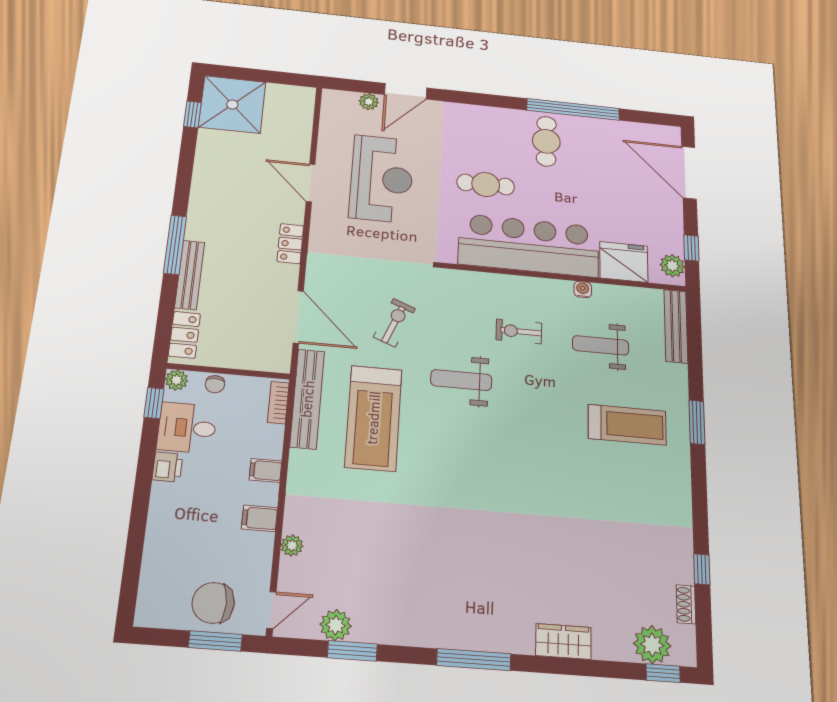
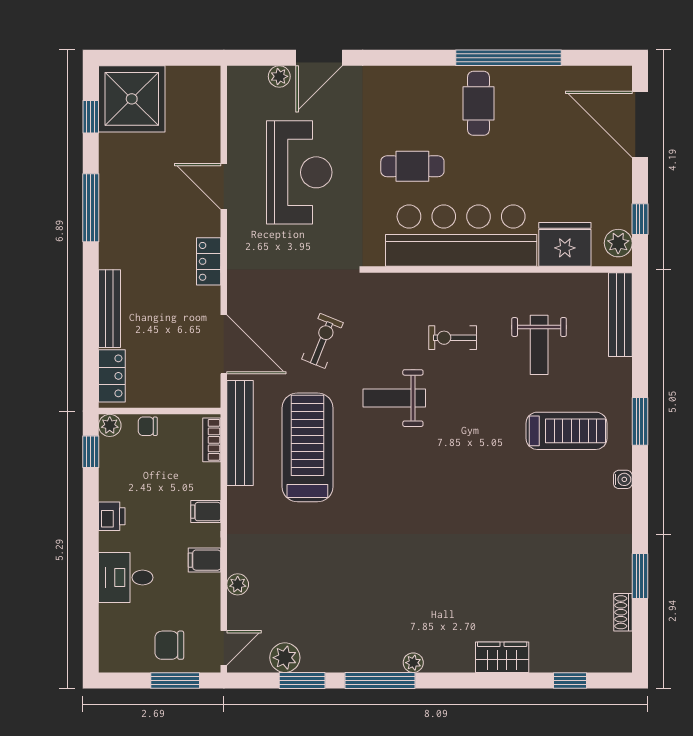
window: (175, 245) -> (91, 208), moved
water cooler: (583, 289) -> (623, 479), moved, turned 90
weight bench: (601, 345) -> (539, 345), turned -90
chair: (215, 384) -> (148, 426), turned 90
treadmill: (373, 418) -> (307, 447), turned 180
desk: (187, 428) -> (126, 578), moved
window: (702, 569) -> (640, 576), width x1.50
chair: (213, 603) -> (169, 645), width x0.73, depth x0.73
plant: (652, 645) -> (413, 663), moved, width x0.53, depth x0.53
window: (474, 660) -> (380, 680), moved
window: (663, 673) -> (570, 680), moved

